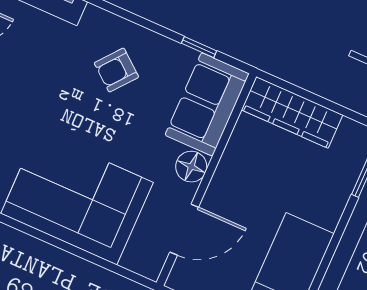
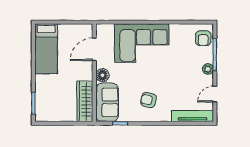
armchair: (116, 70) -> (148, 100), turned -116
wardrobe: (292, 112) -> (85, 101), moved, turned -90

